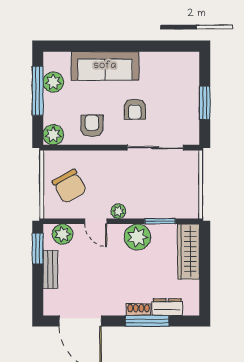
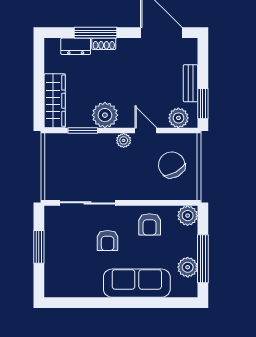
armchair: (135, 109) -> (108, 241), turned 180

